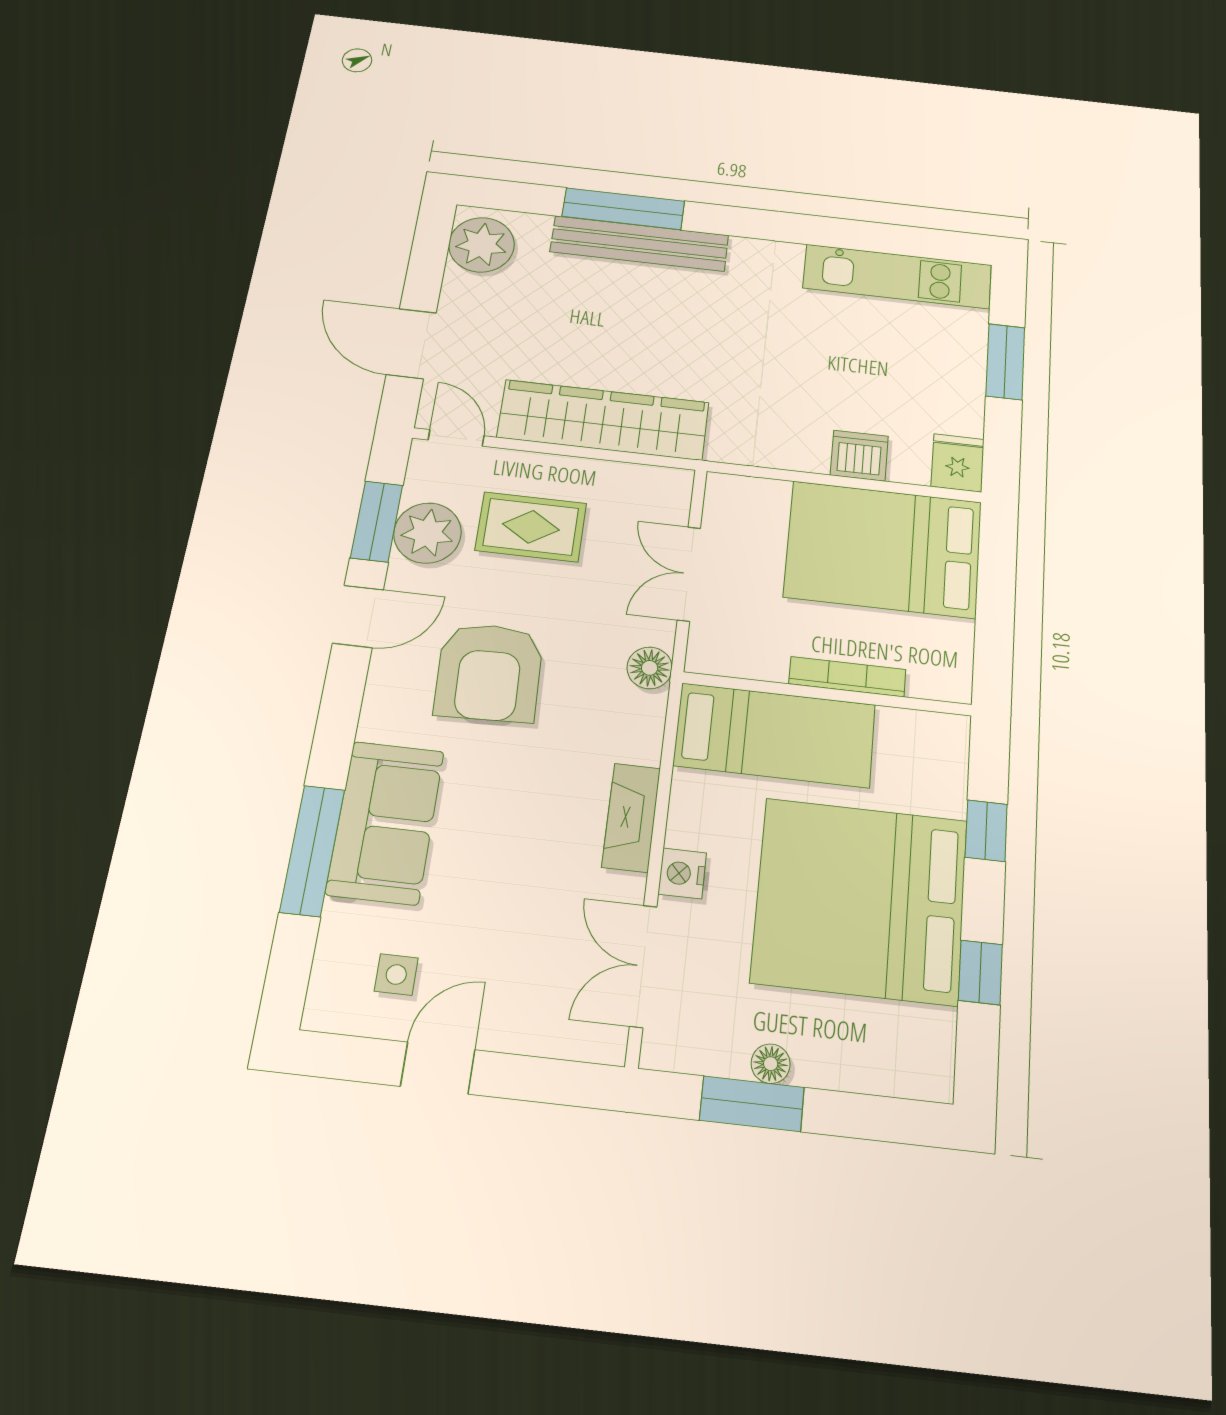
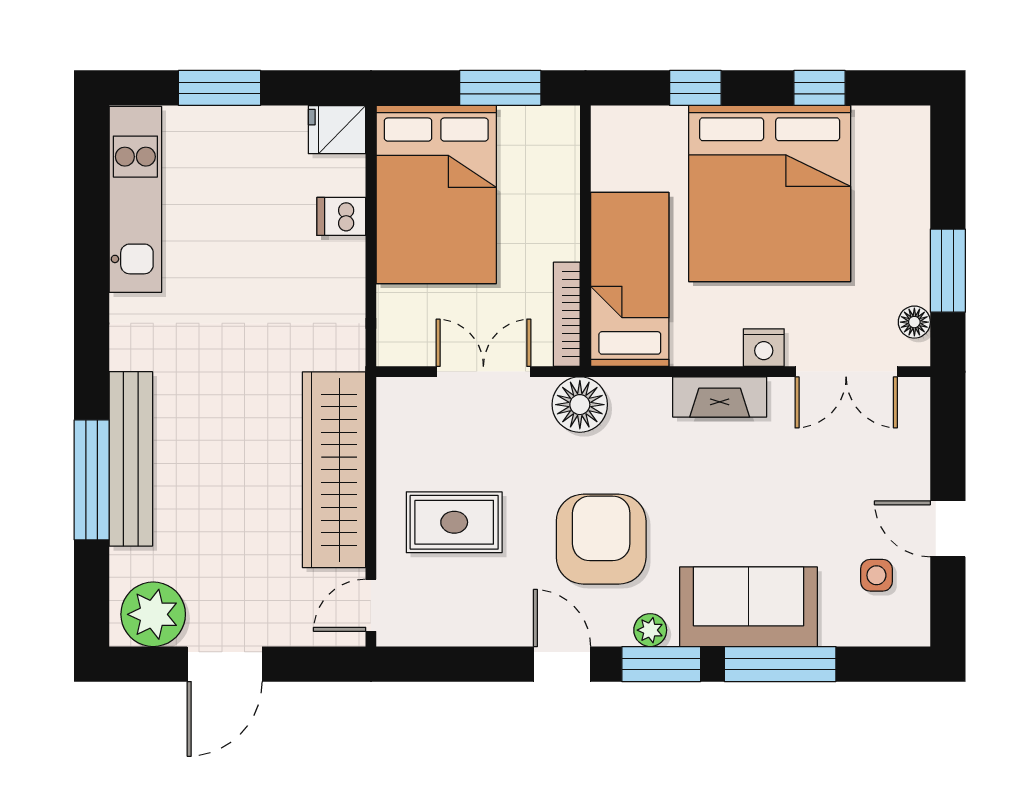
door: (411, 344) -> (225, 664), moved
dishwasher: (859, 456) -> (341, 216), width x0.73
window: (377, 521) -> (661, 664), moved
rug: (531, 527) -> (454, 522), turned 90
plant: (427, 533) -> (650, 630), moved, width x0.53, depth x0.53
double door: (689, 574) -> (483, 372), swing flipped
window: (995, 625) -> (500, 88), added
floor lamp: (650, 668) -> (580, 405), width x1.38, depth x1.38
armchair: (489, 672) -> (601, 539), turned -88
bookcase: (847, 677) -> (567, 314), moved
floor lamp: (771, 1064) -> (914, 322), moved

